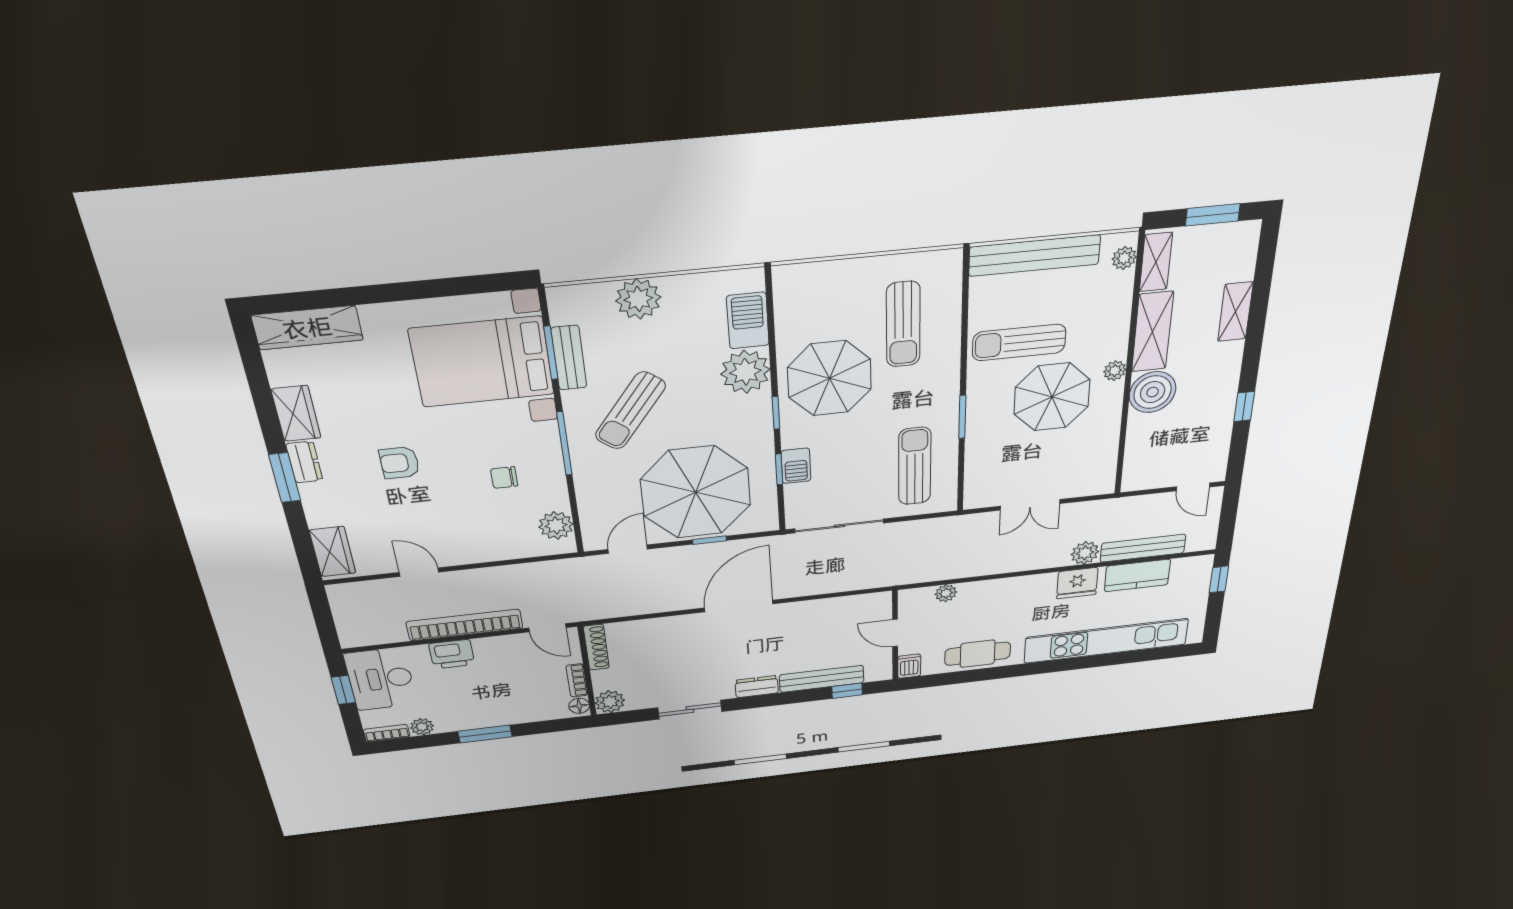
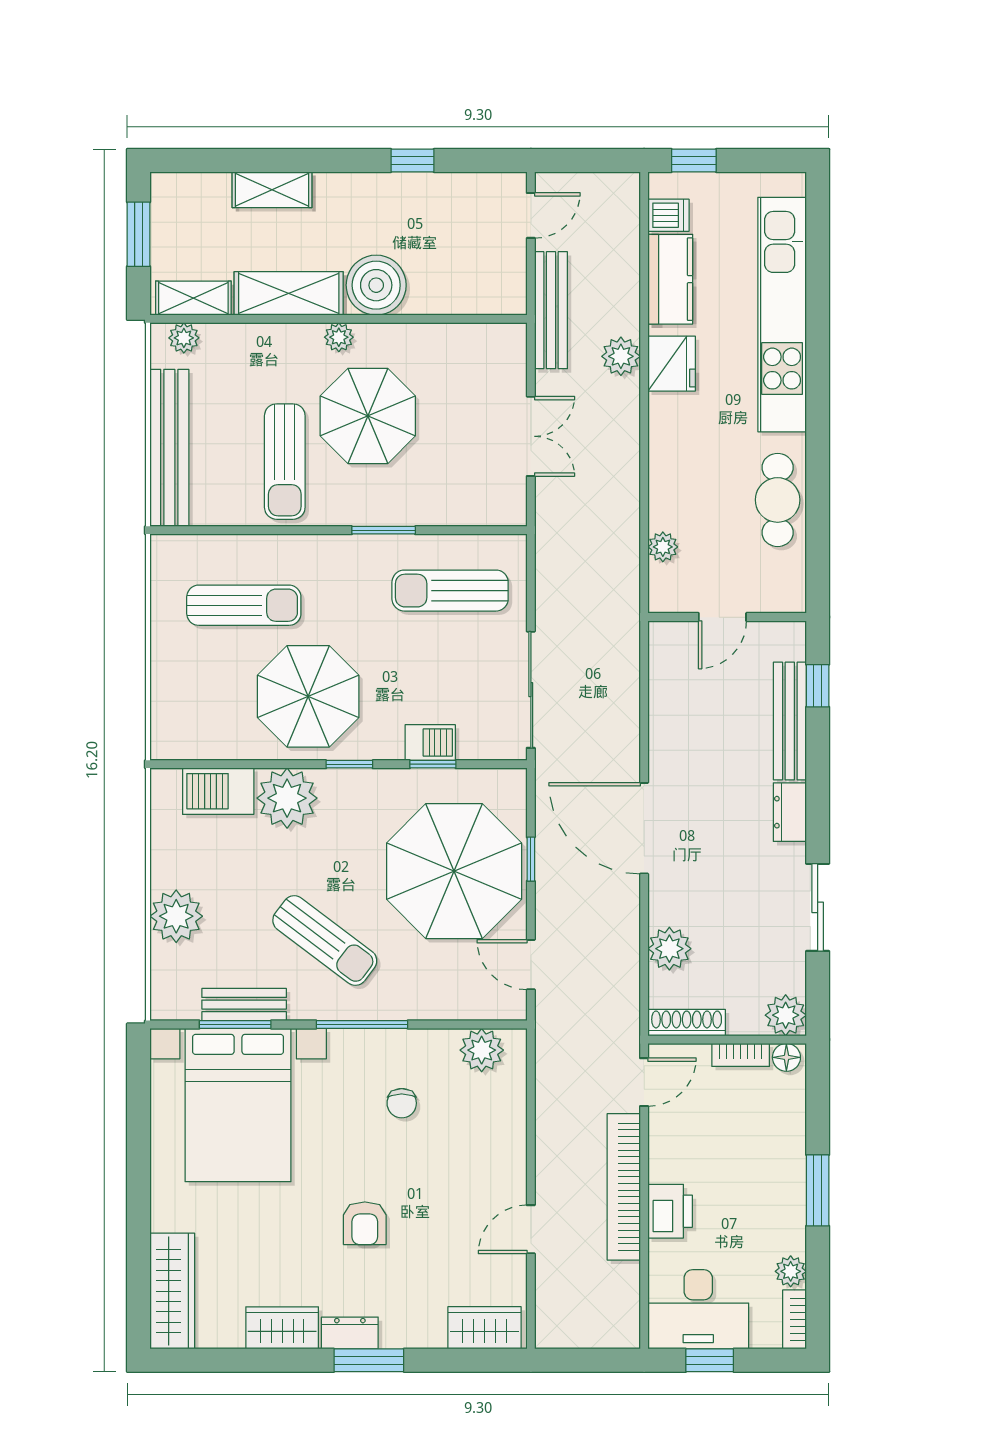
bench: (1143, 548) -> (551, 310), moved
plant: (650, 631) -> (669, 949), added
dishwasher: (909, 666) -> (668, 215), moved, turned 180

